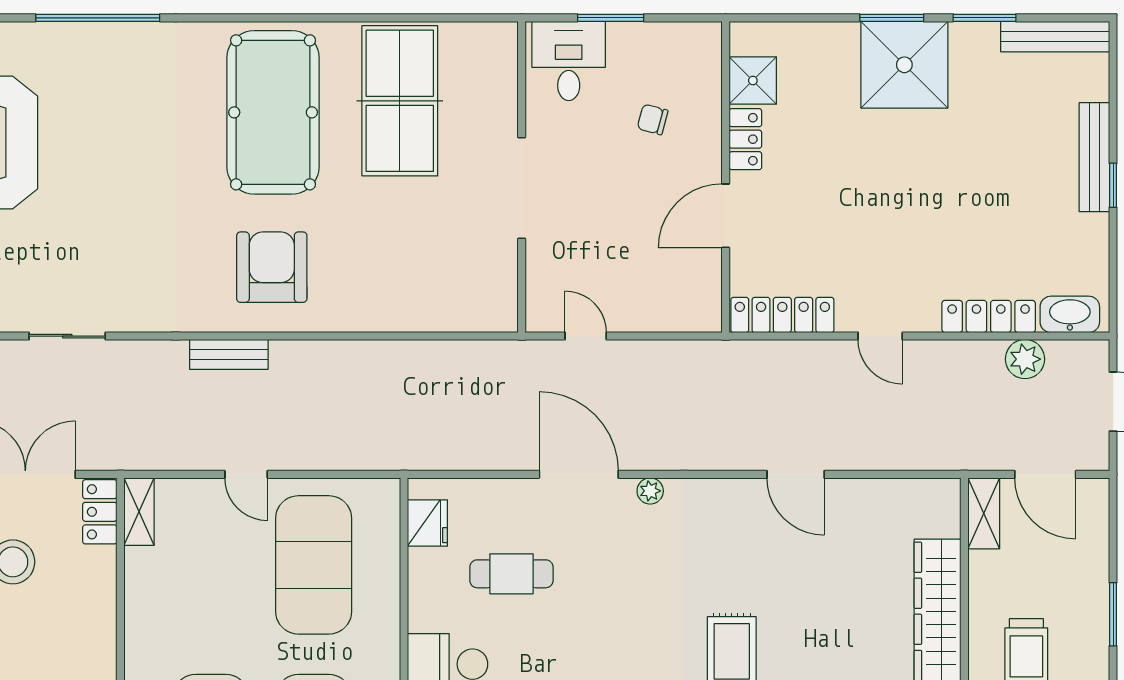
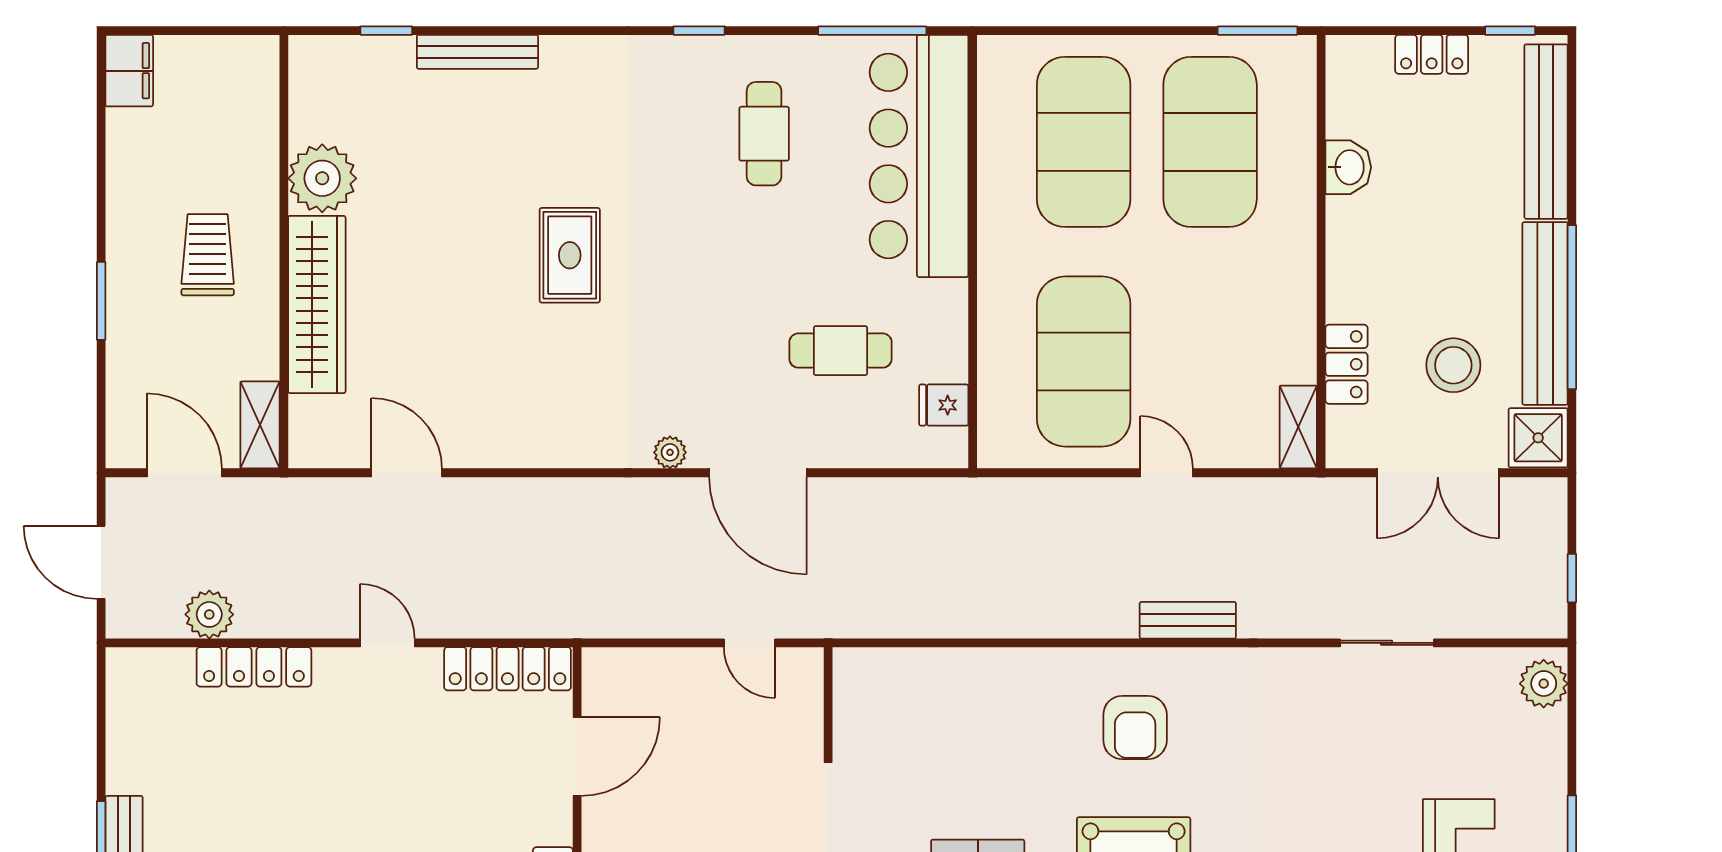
door: (726, 216) -> (577, 757), moved
armchair: (272, 267) -> (1135, 727), width x0.73, depth x0.73
washbasin: (1070, 314) -> (154, 669), removed
door: (796, 474) -> (407, 473), moved
locker: (100, 512) -> (1346, 364), moved
fridge: (427, 523) -> (944, 405), width x0.72

